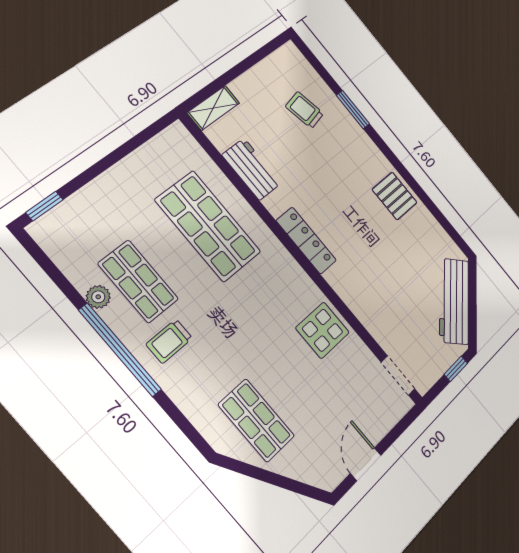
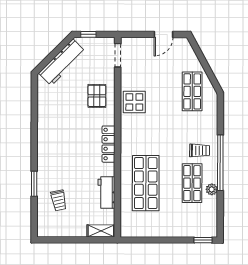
pallet: (395, 196) -> (97, 96), moved

